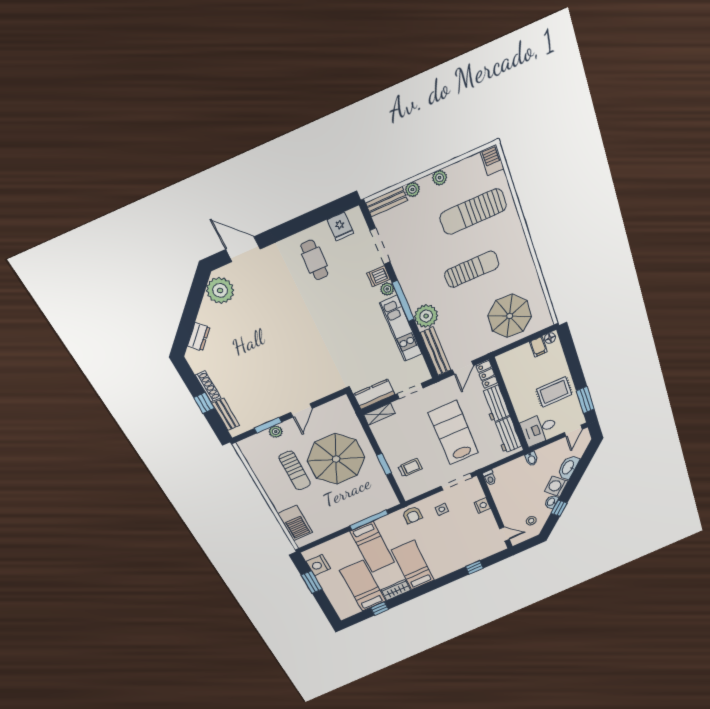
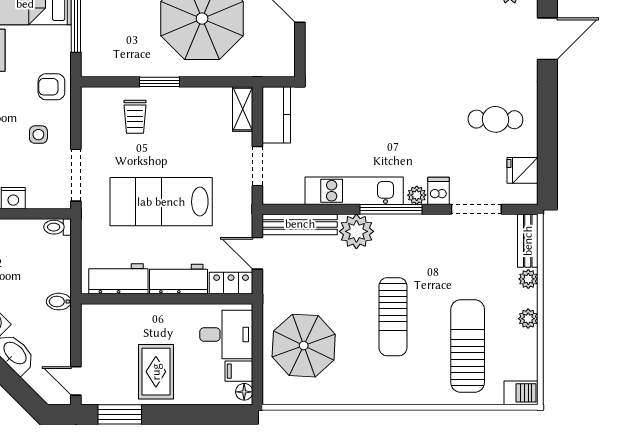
desk: (539, 429) -> (226, 334), moved, turned 90
lab bench: (453, 433) -> (161, 202), turned 180

